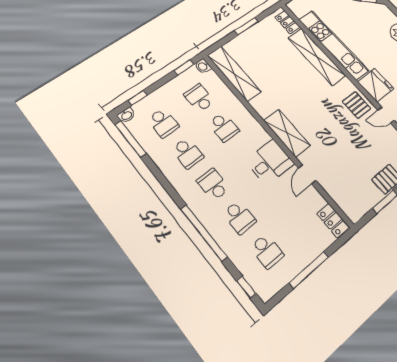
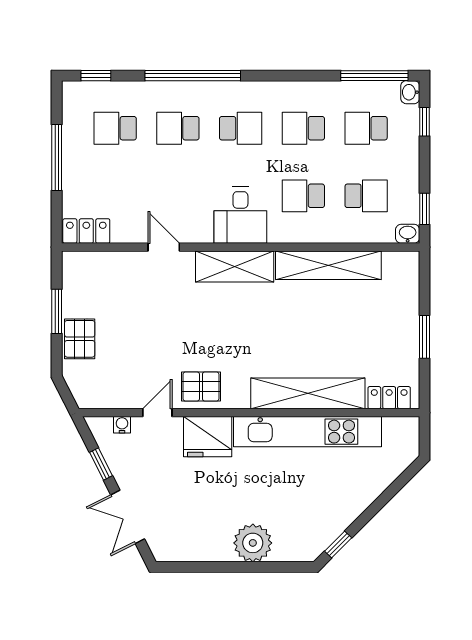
shelving: (234, 73) -> (328, 265), moved
desk: (270, 162) -> (240, 215), moved

